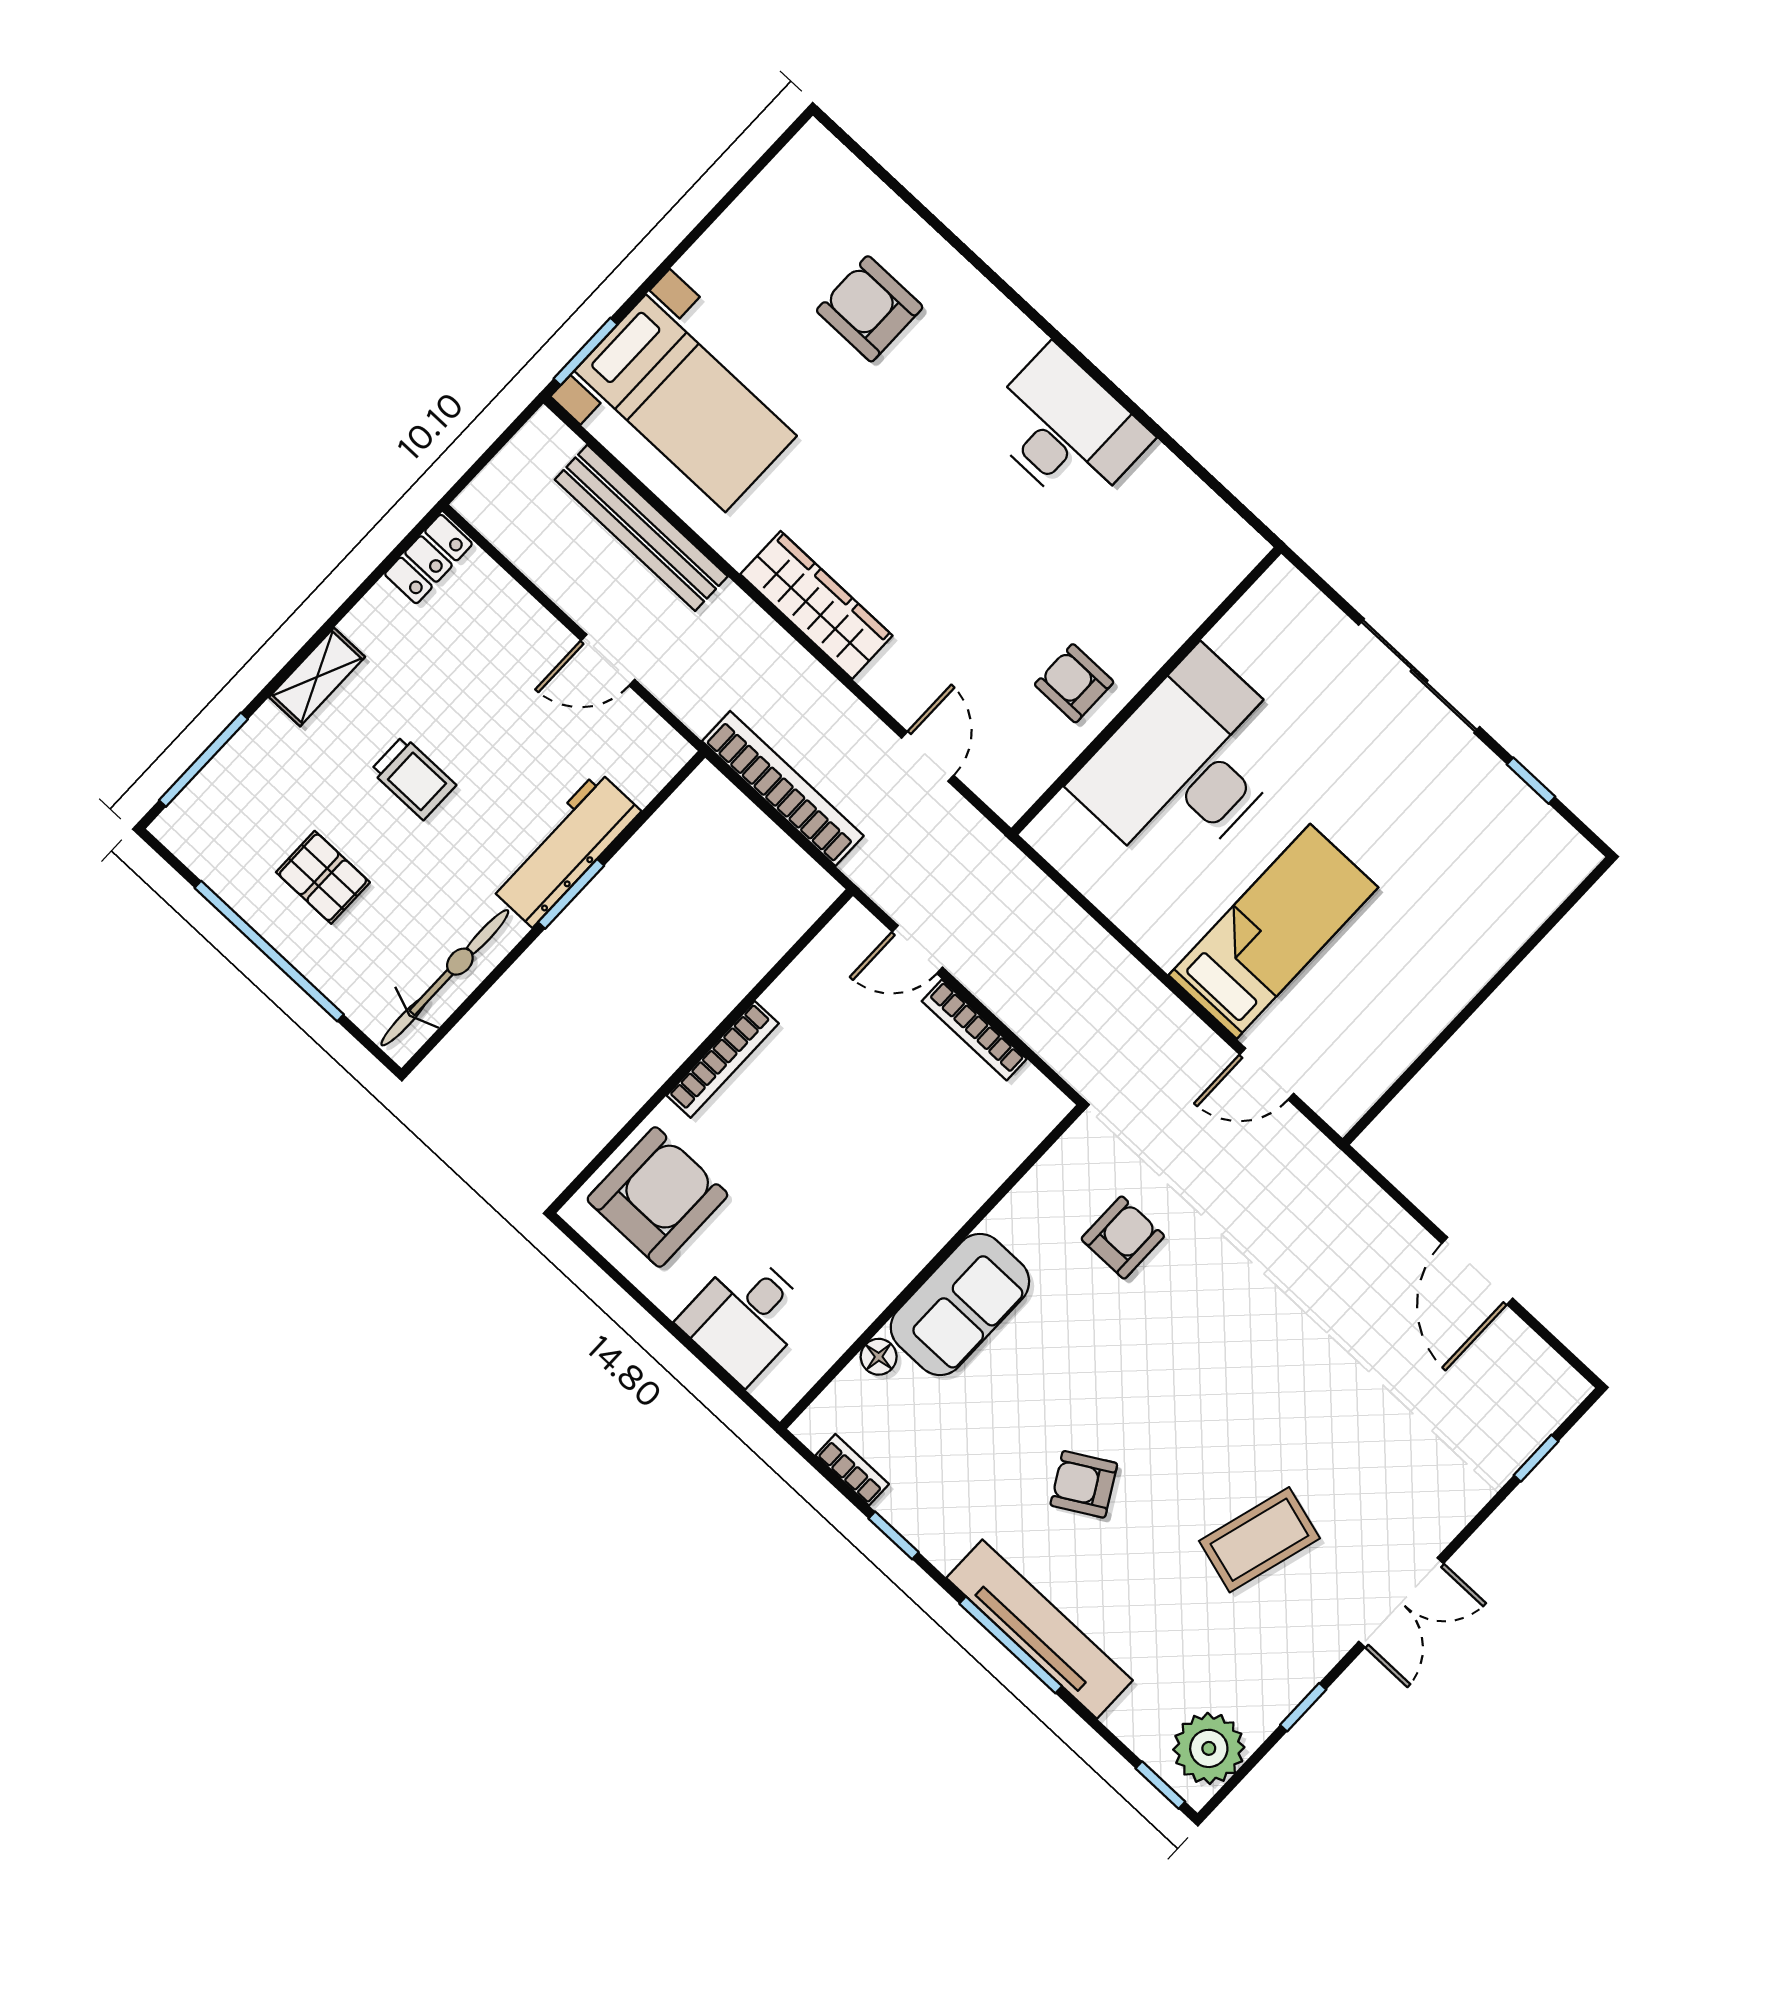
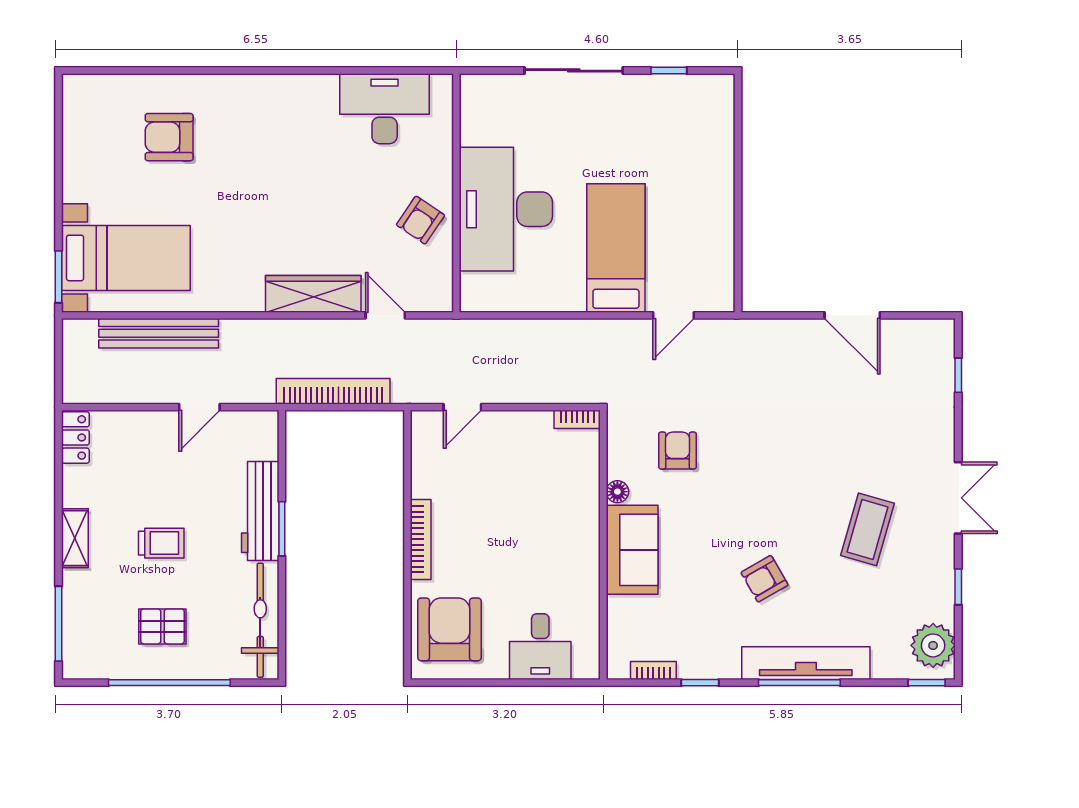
desk: (1066, 430) -> (385, 109), moved
wardrobe: (816, 605) -> (313, 294), moved
armchair: (1074, 683) -> (420, 220), turned -56
bookcase: (974, 1030) -> (577, 419), moved, width x0.64
floor lamp: (879, 1357) -> (617, 492), moved

